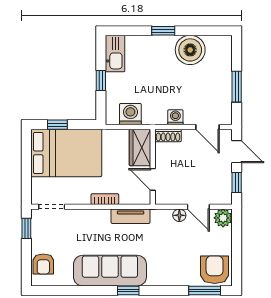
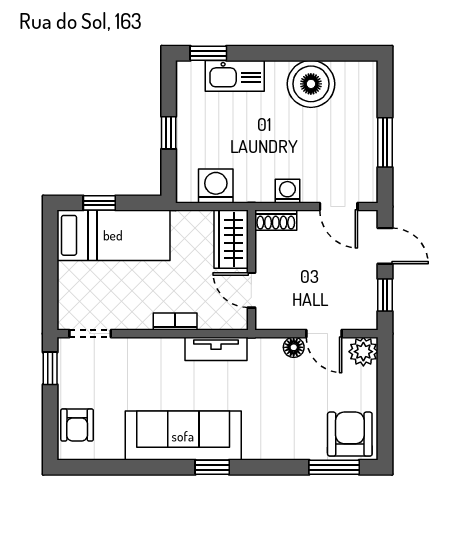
window: (163, 31) -> (208, 53), moved
kitchen sink: (115, 54) -> (235, 76), moved, turned 90
bed: (66, 153) -> (113, 235), width x0.67

